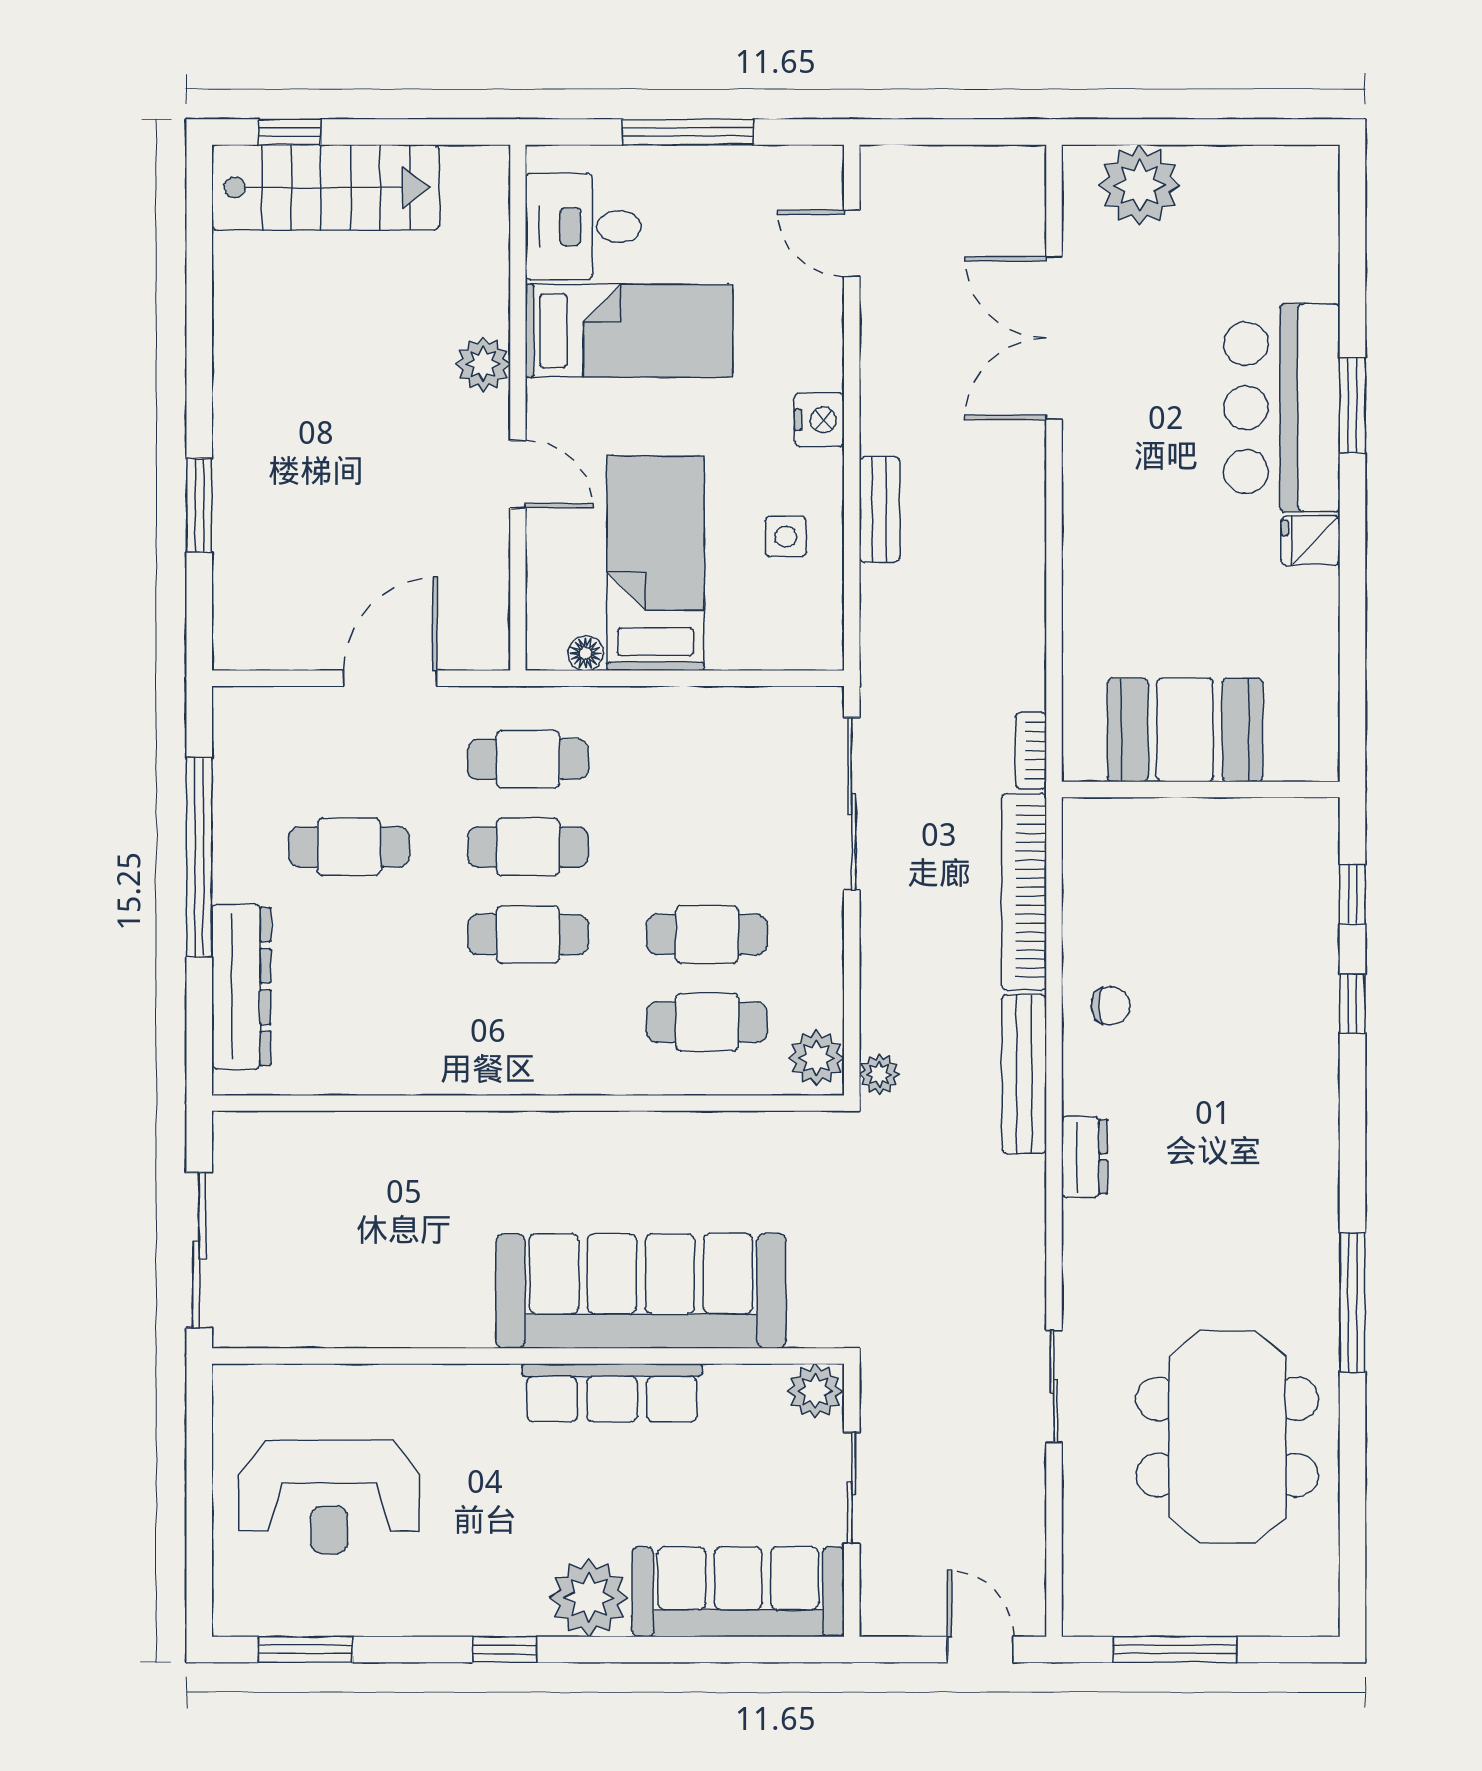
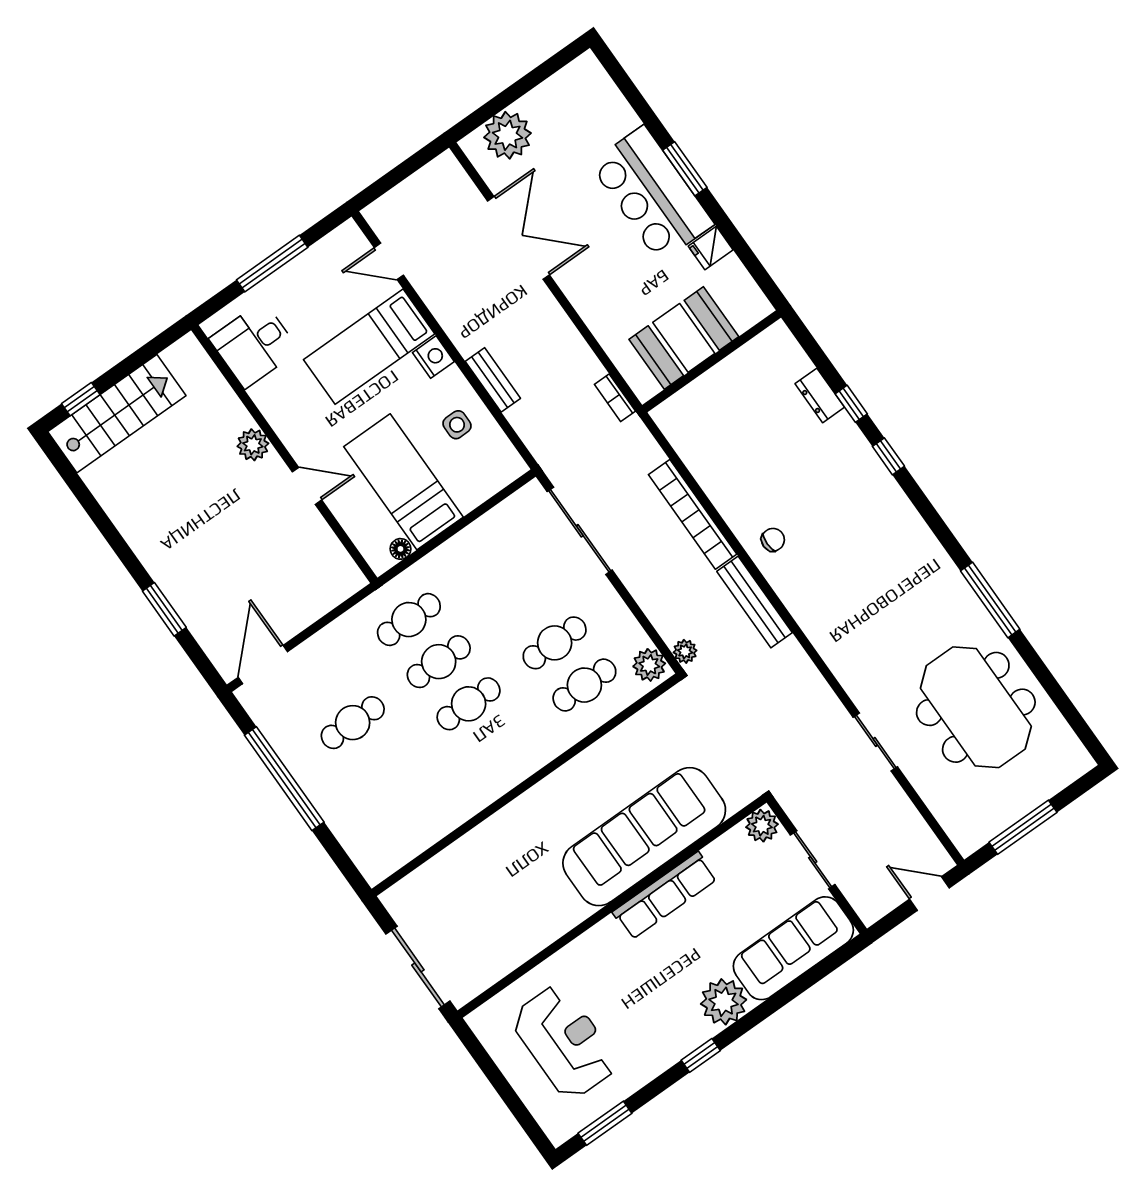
bed: (629, 331) -> (369, 347), moved, turned 180
double door: (1054, 338) -> (518, 238), swing flipped
door: (390, 678) -> (263, 664), moved
booth: (1185, 730) -> (684, 338), moved
bookcase: (1031, 751) -> (615, 398), moved
wall: (1201, 790) -> (712, 361), moved
dresser: (241, 986) -> (348, 826), removed
dresser: (1084, 1157) -> (820, 395), moved, turned 180
reception desk: (329, 1497) -> (564, 1042), turned -90

